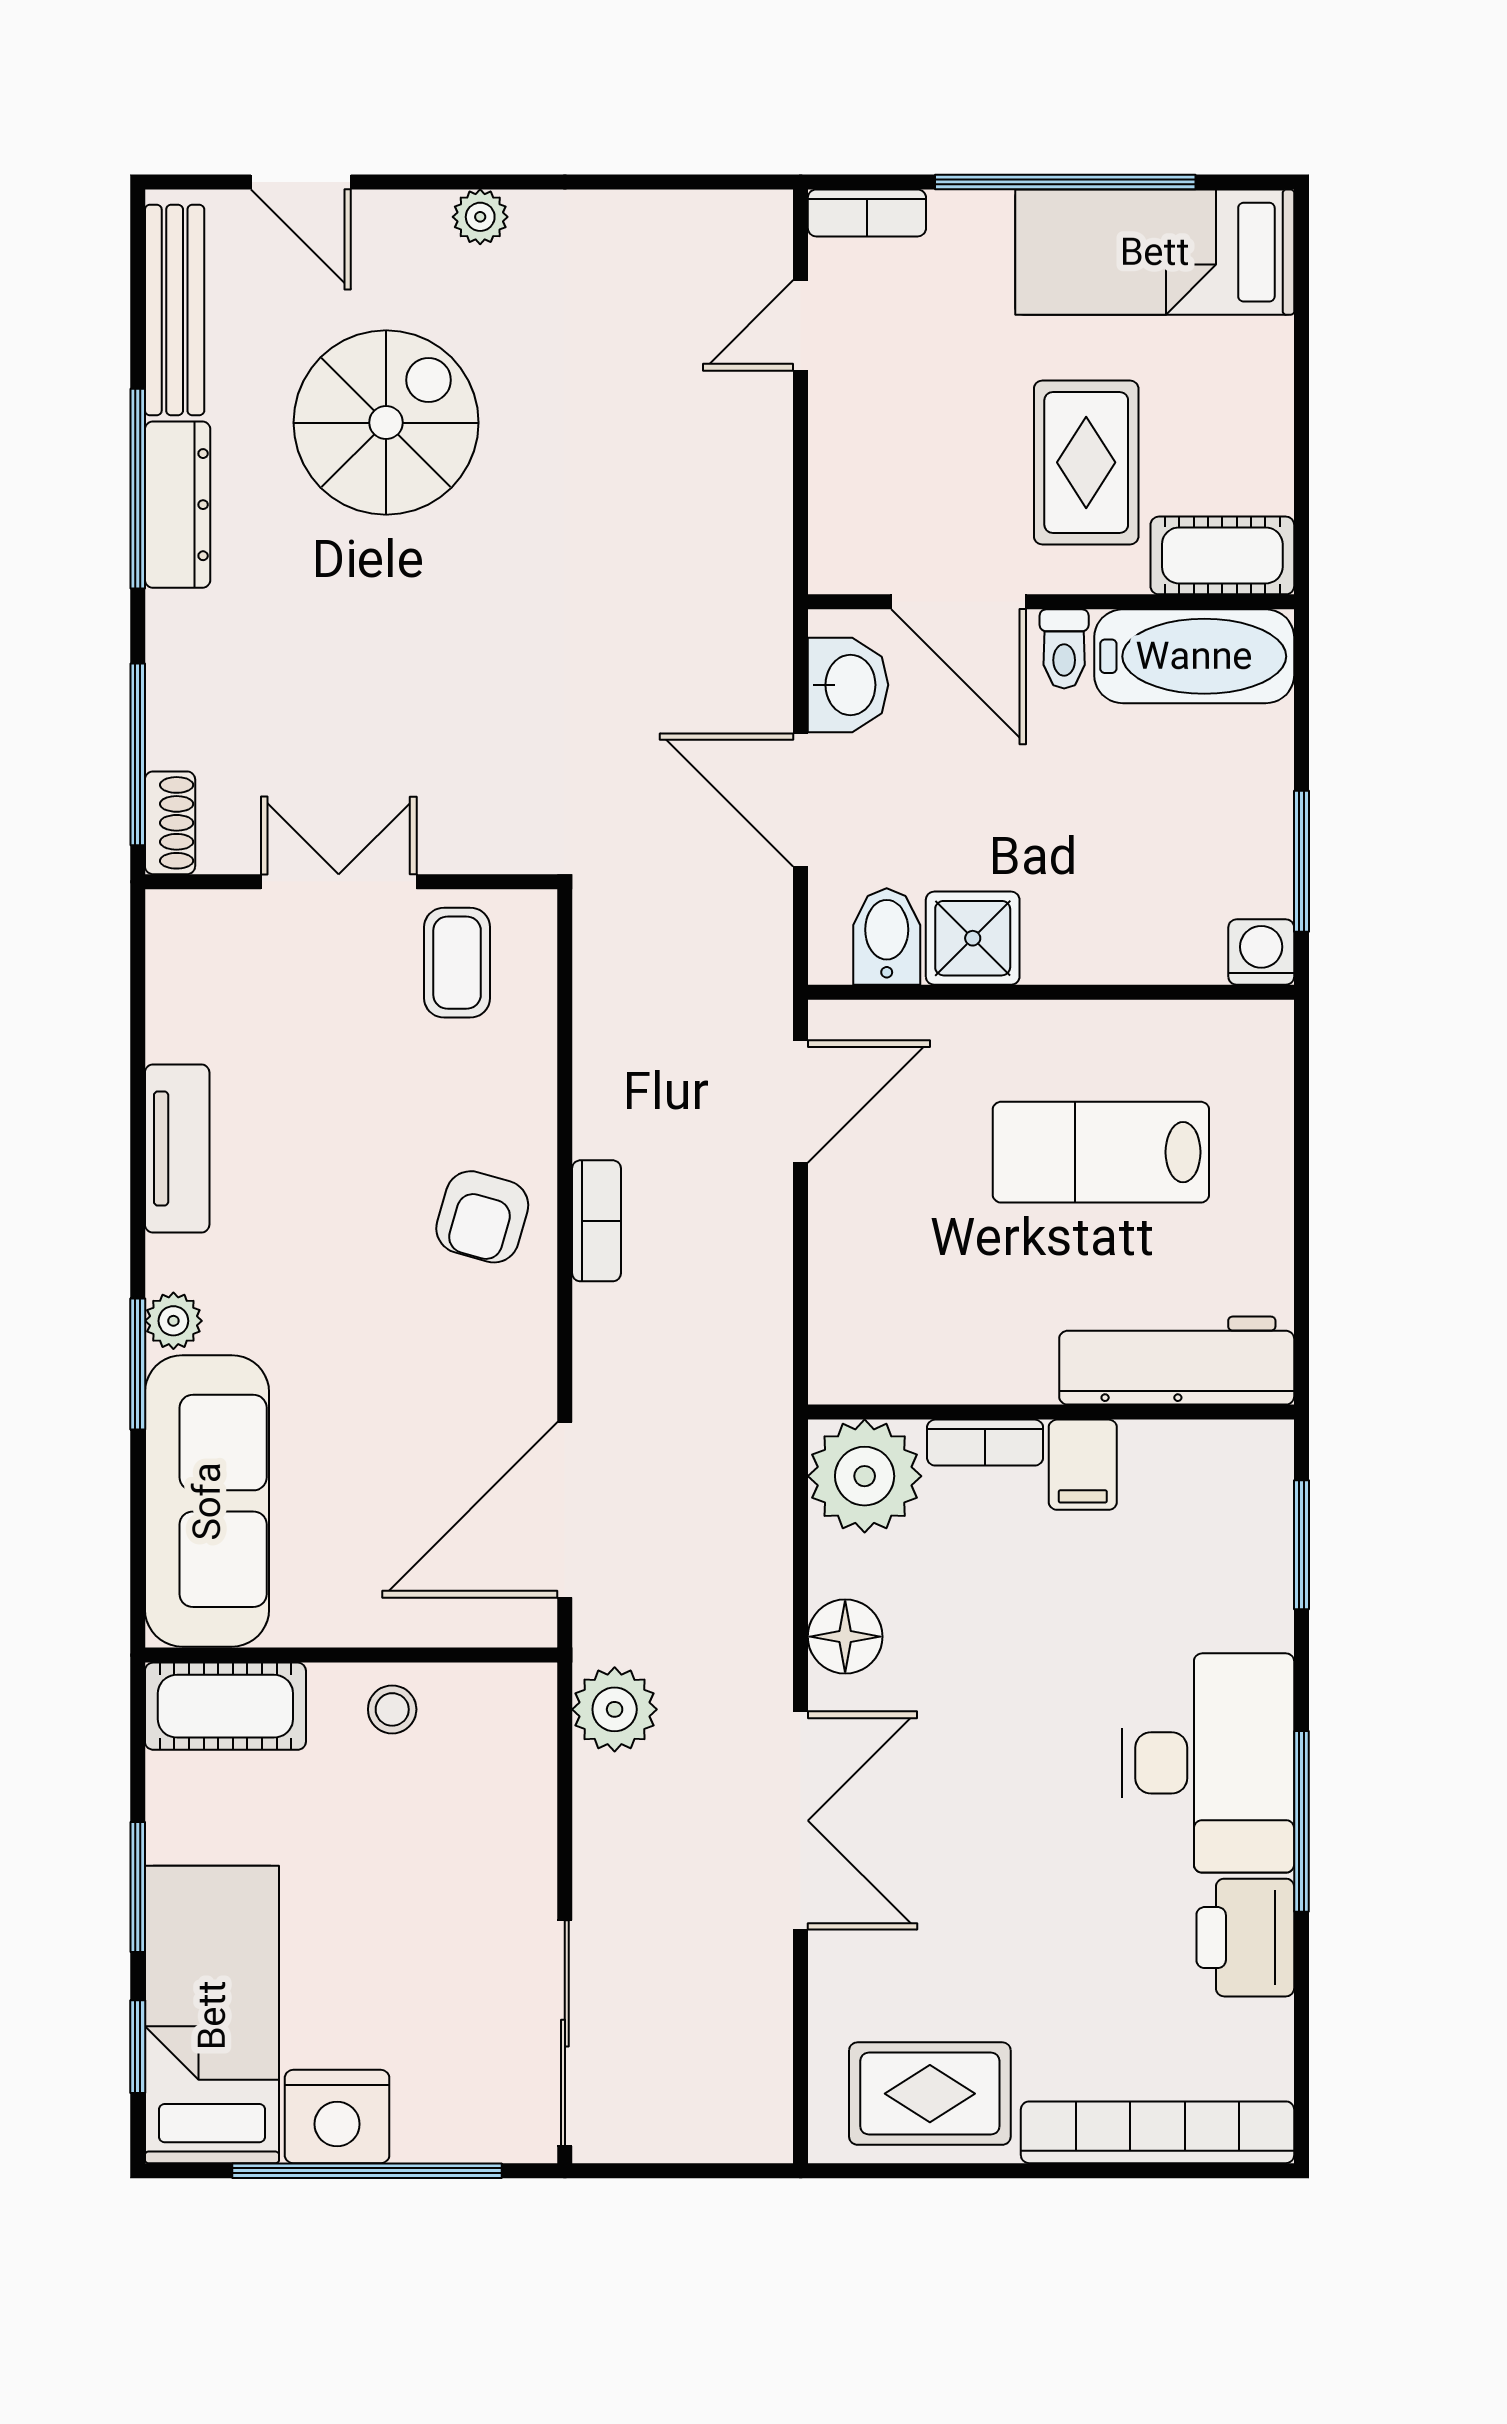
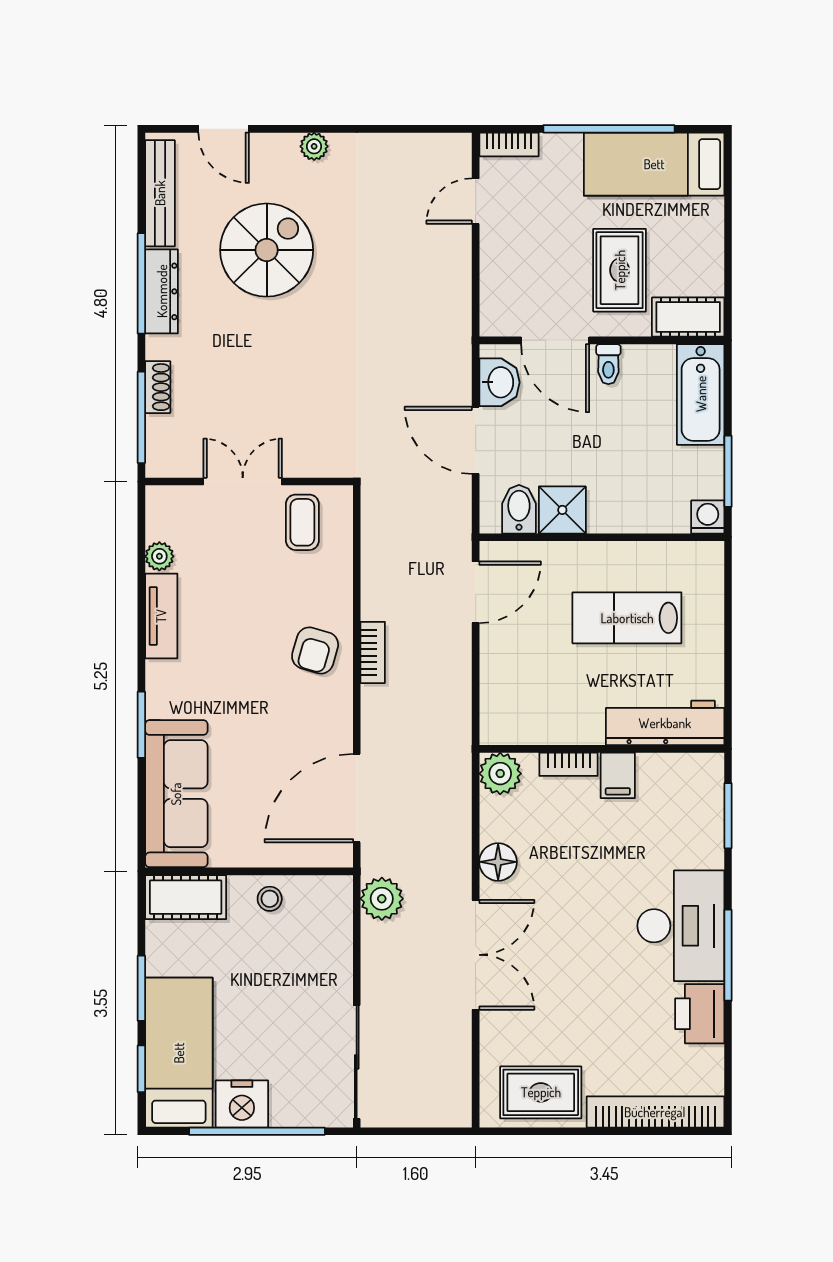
bathtub: (1194, 656) -> (701, 394), moved, turned 90
shoe rack: (170, 823) -> (158, 387), moved
plant: (173, 1321) -> (159, 556), moved
plant: (865, 1476) -> (500, 774), width x0.73, depth x0.73

